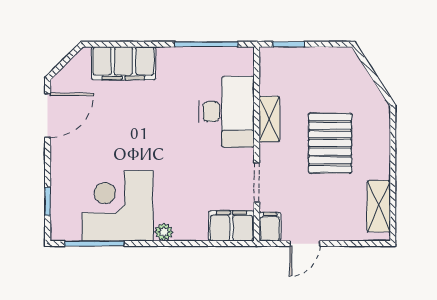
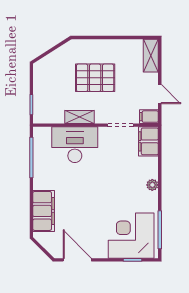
corner desk: (118, 206) -> (131, 236), moved, turned 90
shelving: (379, 206) -> (151, 56), moved, turned 90

